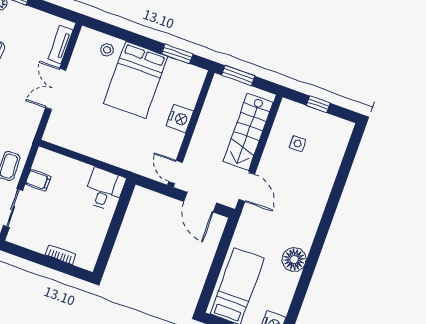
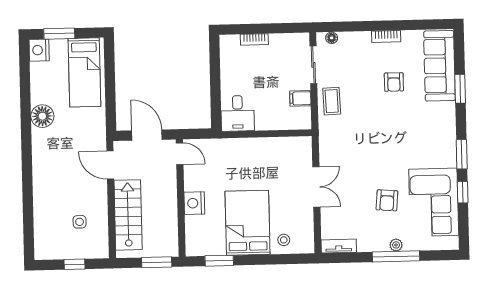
tv unit: (60, 45) -> (339, 246), moved, turned -90

